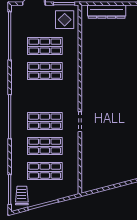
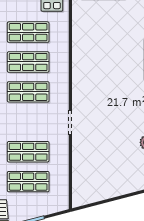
shop shelf: (45, 121) -> (28, 92), moved

